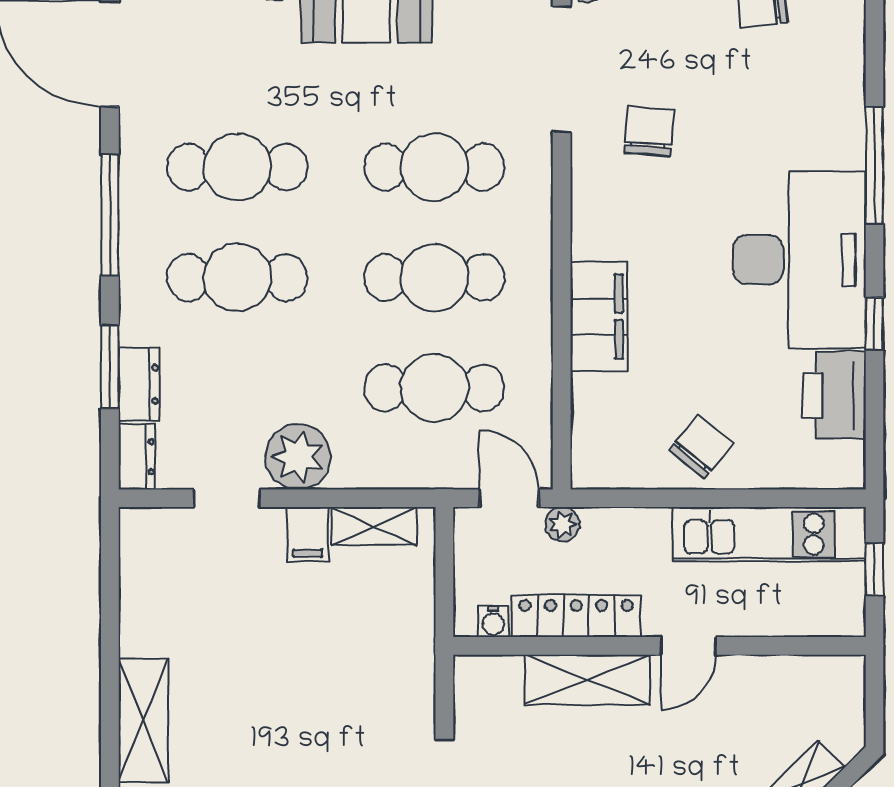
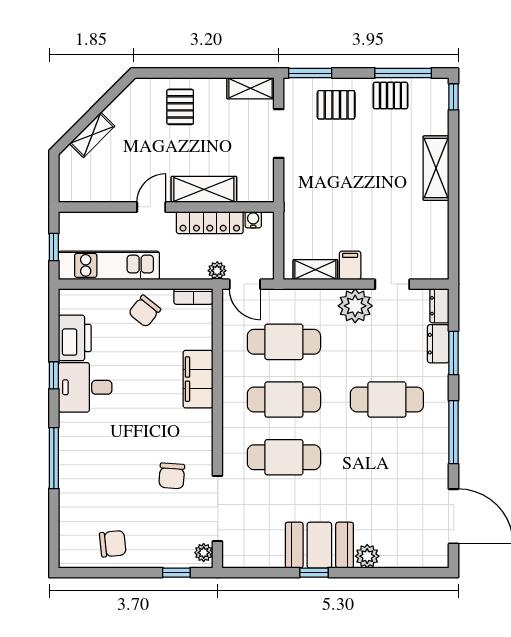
cafe table: (237, 167) -> (387, 457), removed
desk: (799, 260) -> (85, 387), width x0.53, depth x0.77
bookcase: (608, 475) -> (193, 297), added

